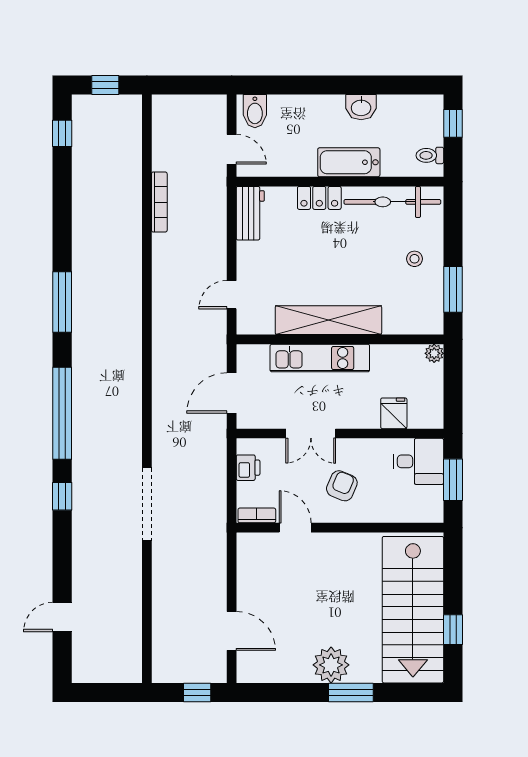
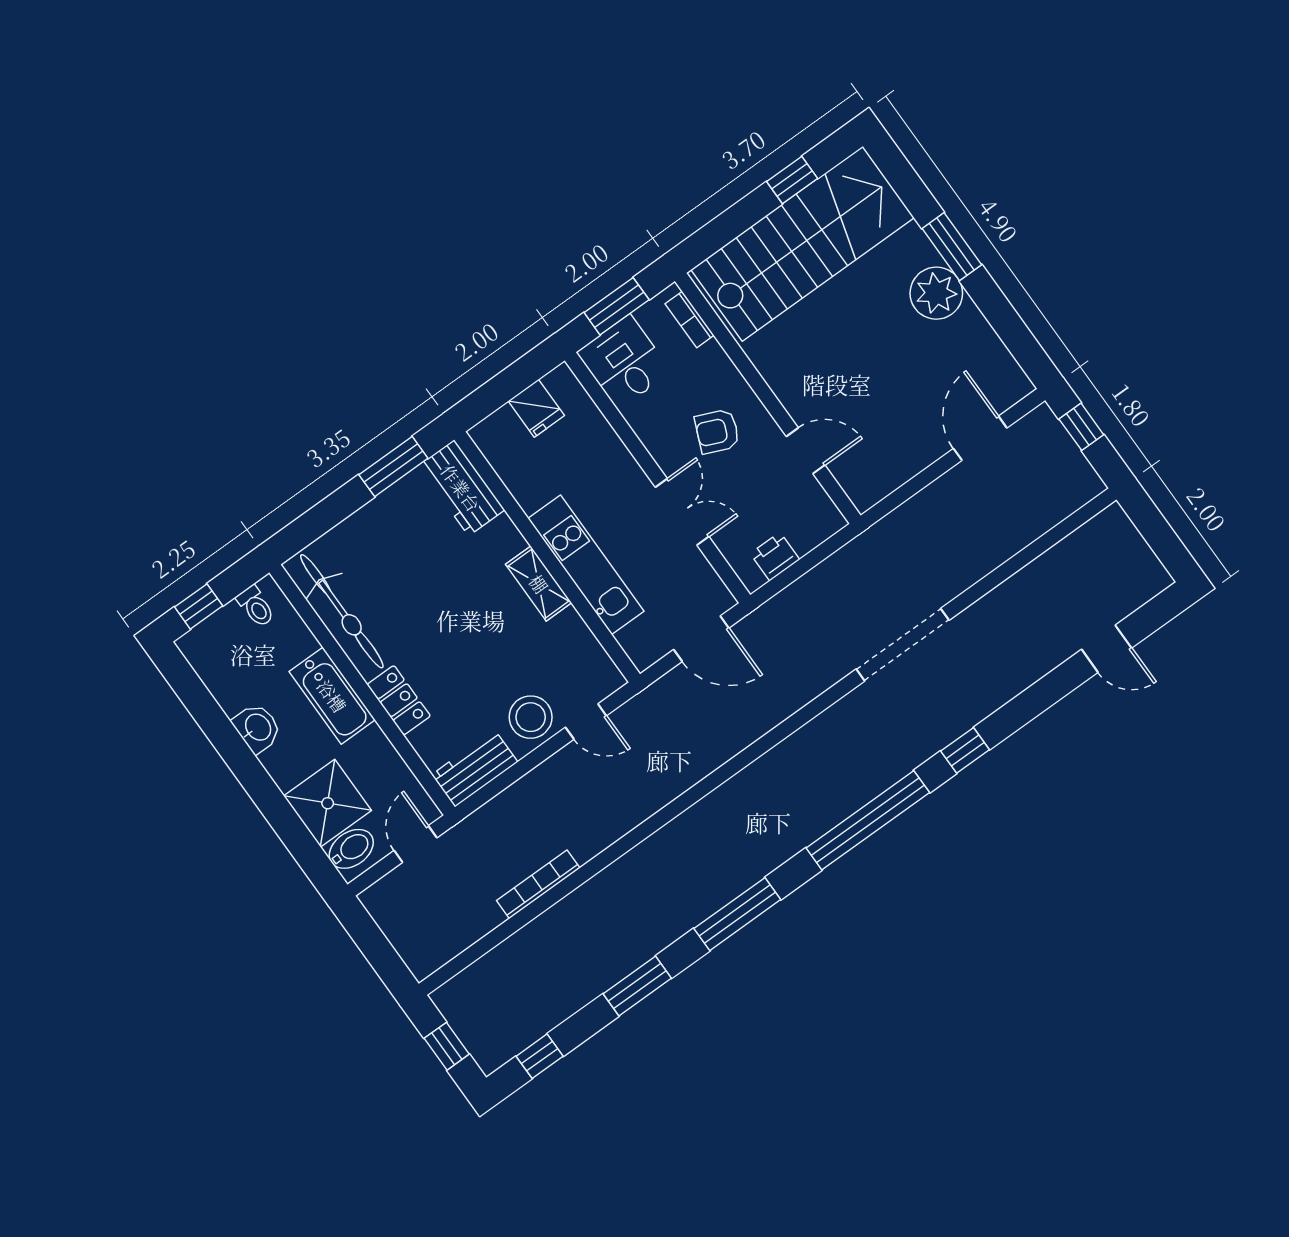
shower: (290, 116) -> (328, 803), added
window: (62, 217) -> (637, 986), added
stool: (414, 259) -> (531, 717), moved, width x1.89, depth x1.89
workbench: (413, 319) -> (461, 488), added
shelving: (328, 320) -> (539, 584), width x0.45, depth x0.75
plant: (434, 353) -> (484, 435), removed
fridge: (394, 413) -> (536, 408), moved, turned -90
bookcase: (257, 515) -> (690, 320), moved
door: (295, 528) -> (806, 451), swing flipped

